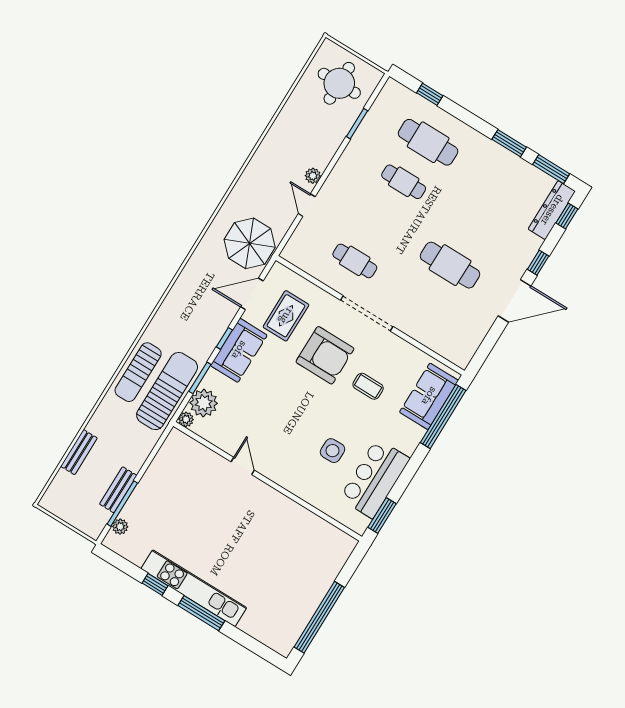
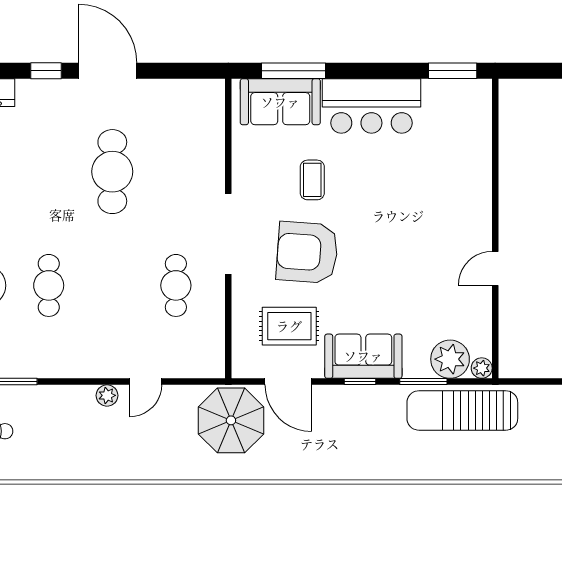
armchair: (325, 355) -> (307, 252), turned -86
sun lounger: (138, 372) -> (461, 458), removed
window: (443, 417) -> (294, 71), width x0.68
side table: (332, 451) -> (413, 175), removed
bar counter: (375, 478) -> (371, 106), moved

